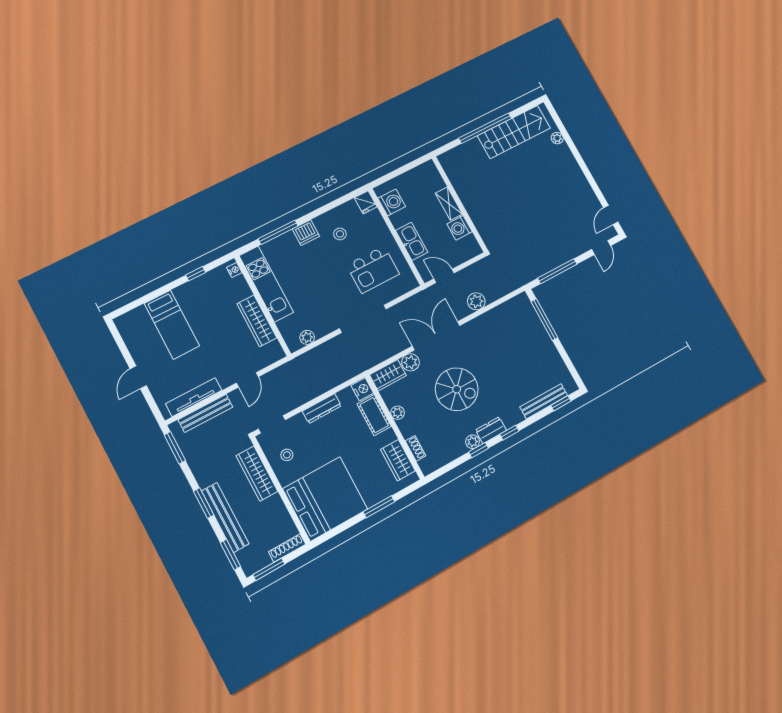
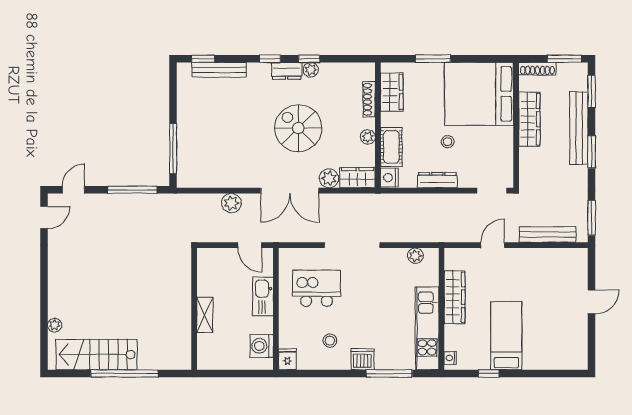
washing machine: (460, 228) -> (207, 285), removed
bed: (172, 325) -> (506, 336), moved
tv unit: (194, 397) -> (551, 256), removed
shoe rack: (415, 448) -> (369, 99), width x1.43
stool: (287, 455) -> (448, 142), moved
wardrobe: (257, 474) -> (529, 119), moved

